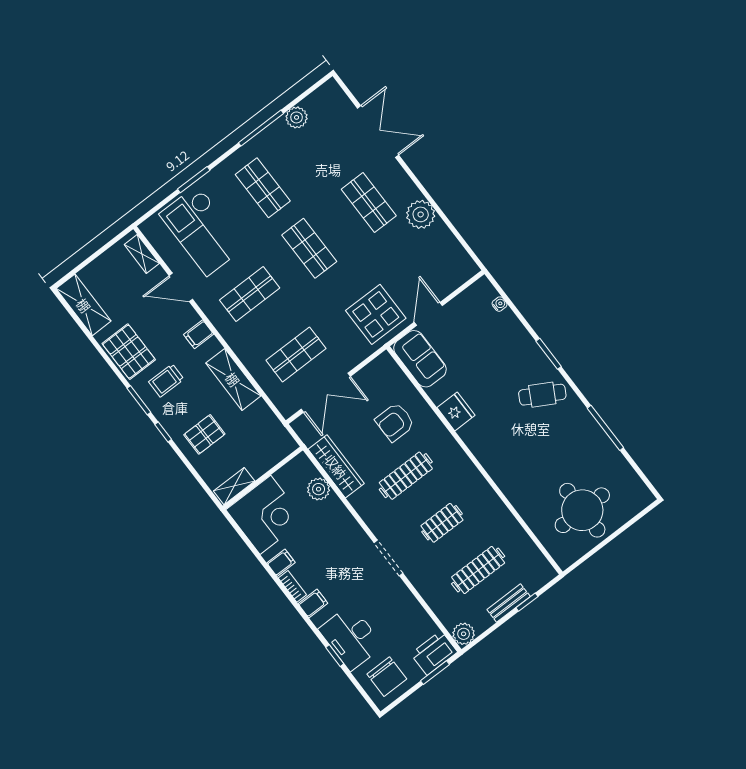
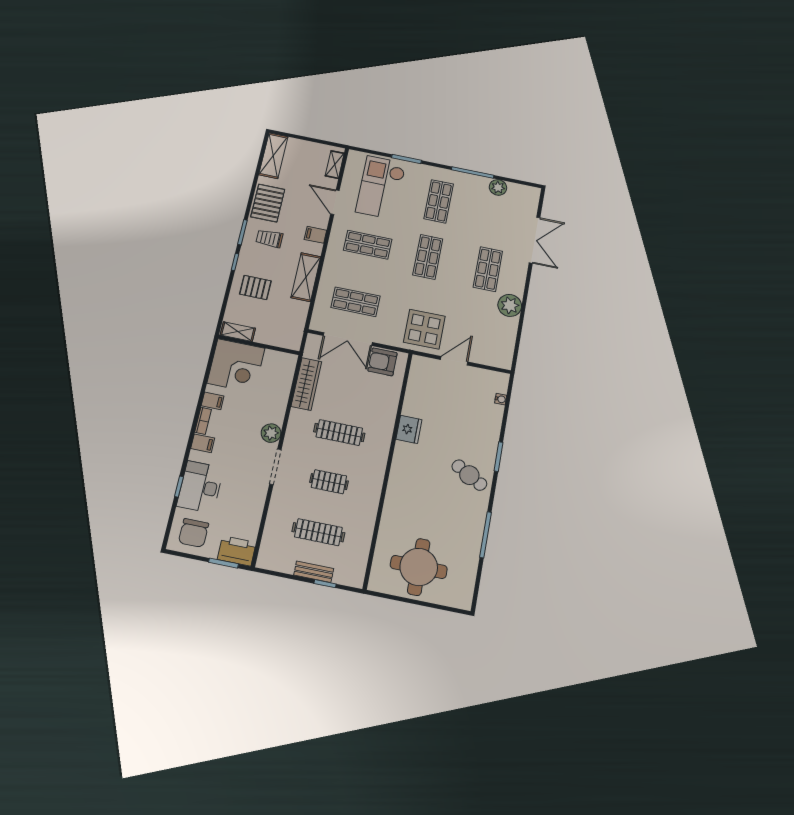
sofa: (420, 359) -> (422, 379), removed
armchair: (395, 422) -> (383, 362), moved
plant: (319, 489) -> (271, 433), moved
plant: (464, 634) -> (267, 560), removed

